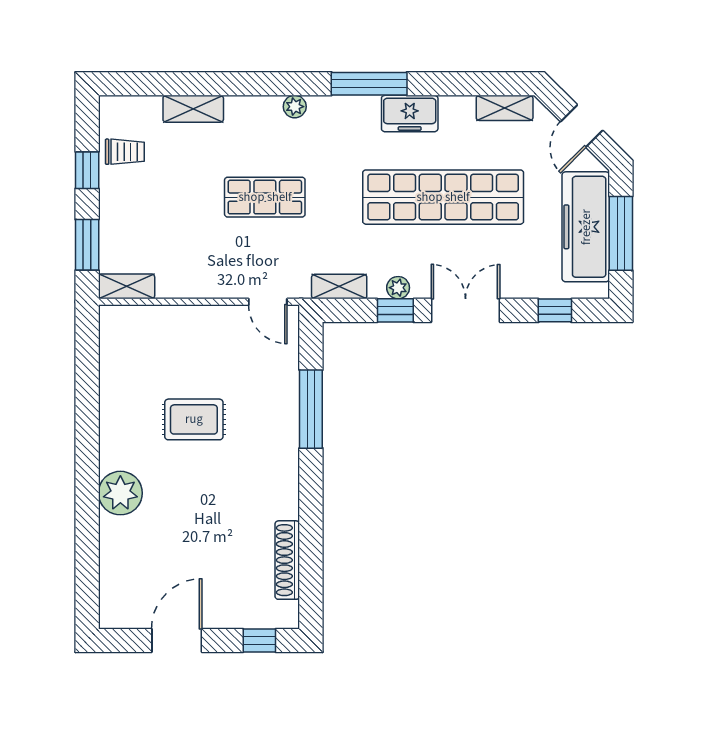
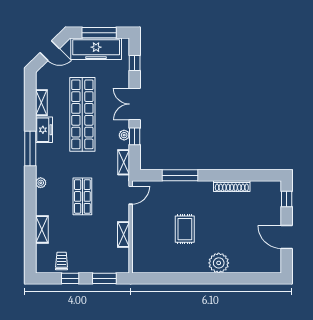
shelving: (505, 108) -> (41, 103), moved
shelving: (127, 286) -> (124, 235), moved
shoe rack: (287, 560) -> (232, 186), moved

